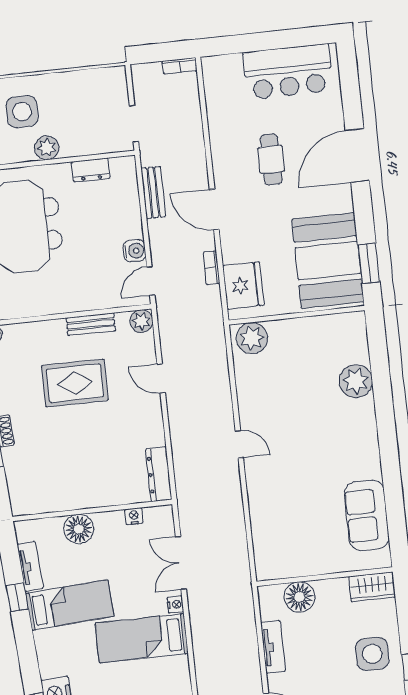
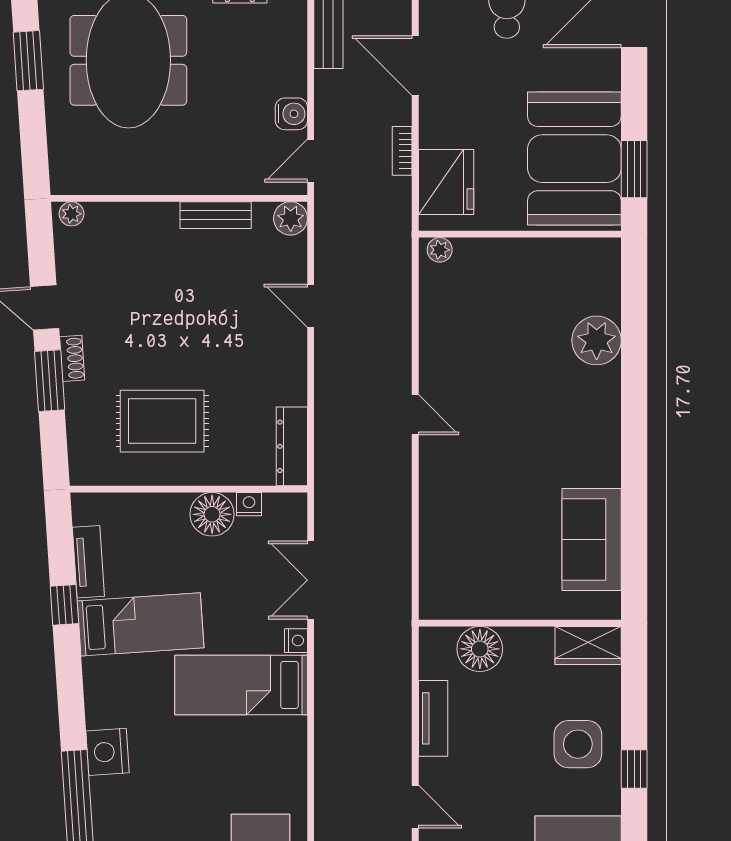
plant: (252, 338) -> (440, 250), width x0.53, depth x0.53
rug: (75, 383) -> (162, 421), moved
floor lamp: (79, 529) -> (212, 514), moved

